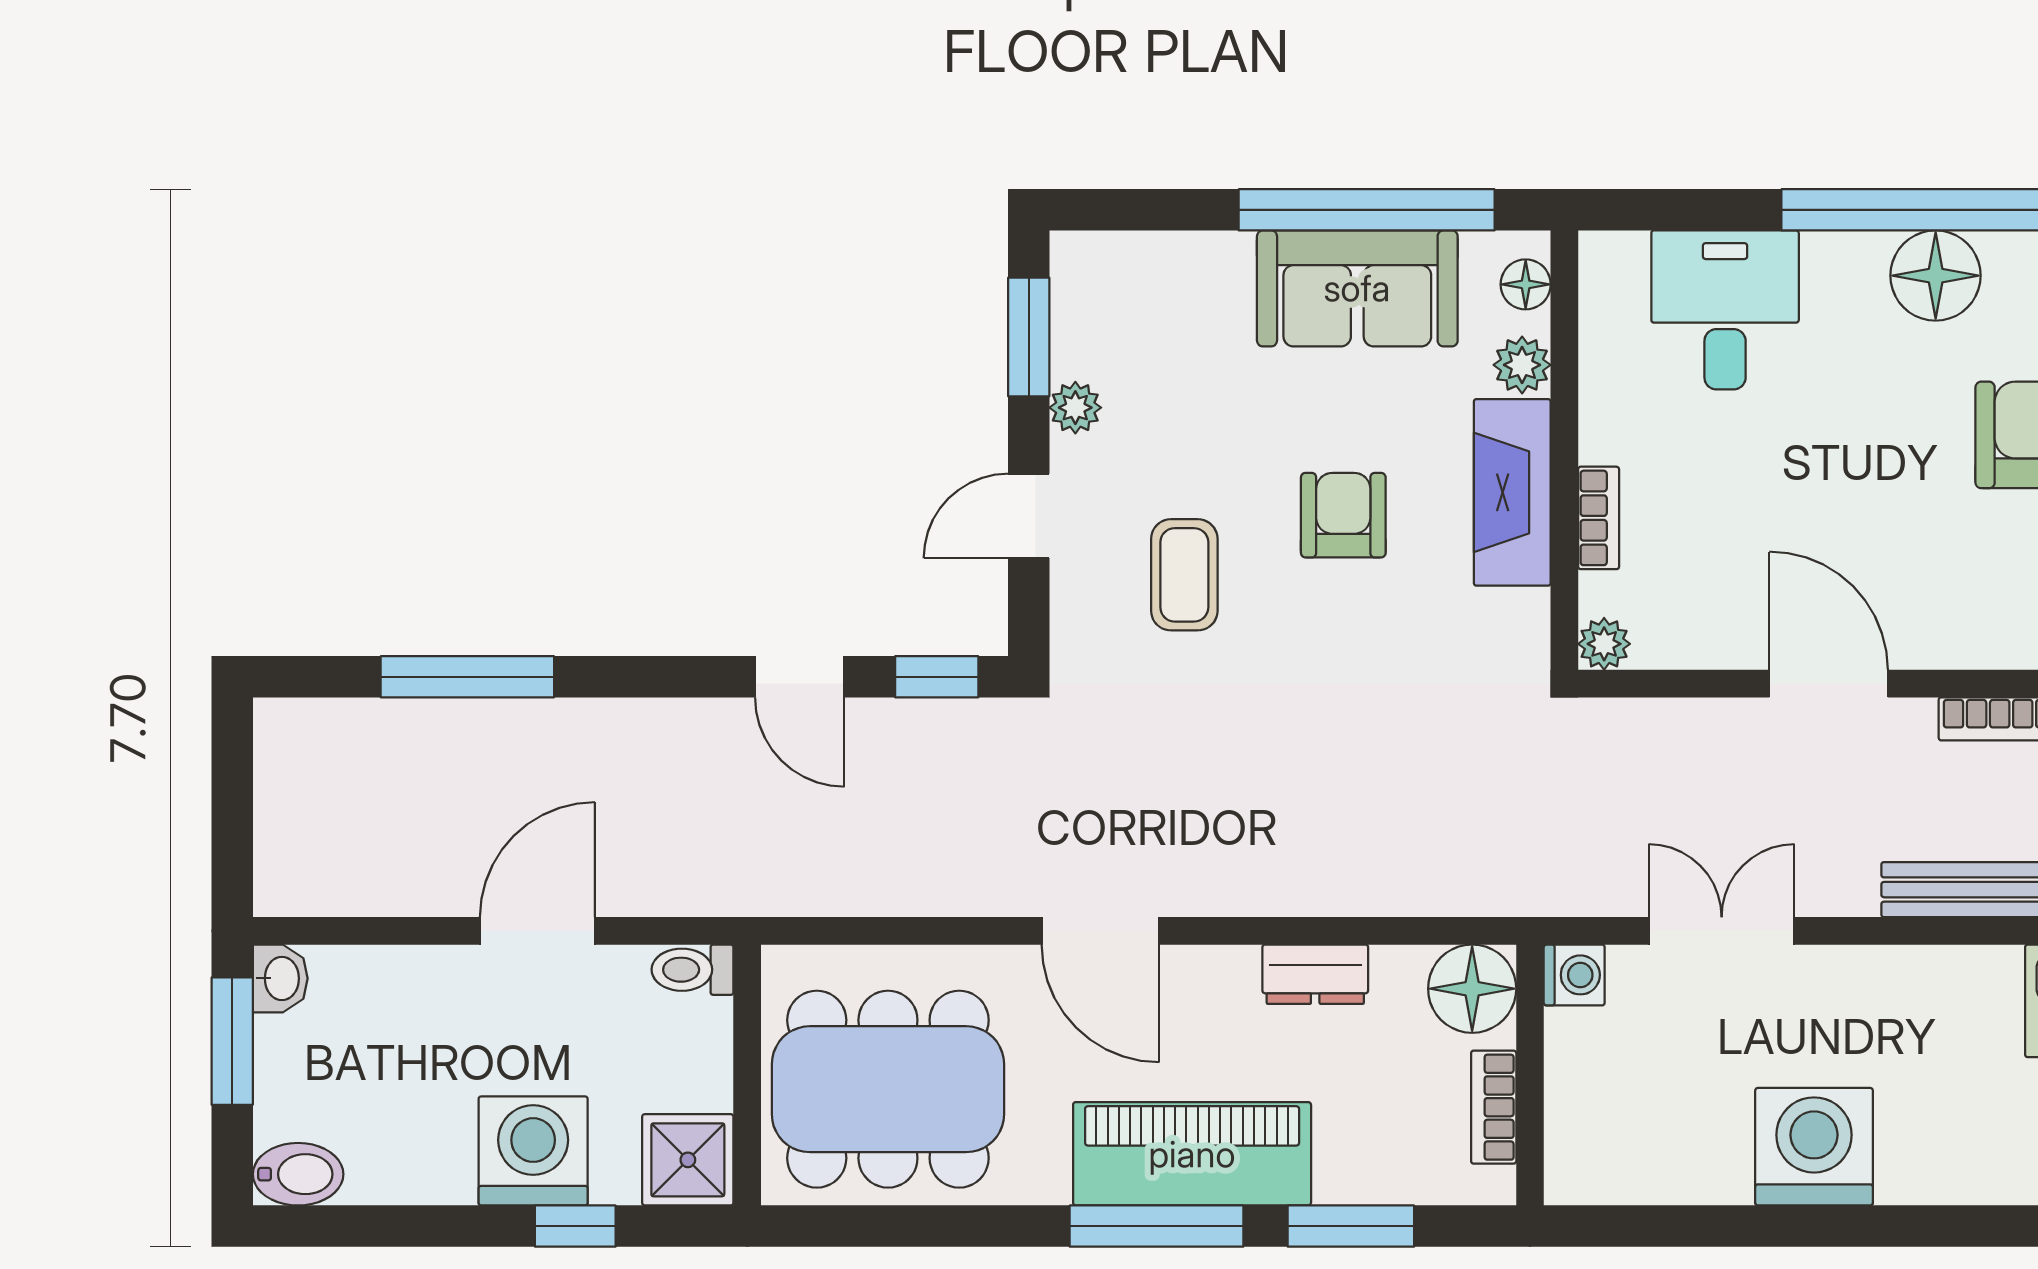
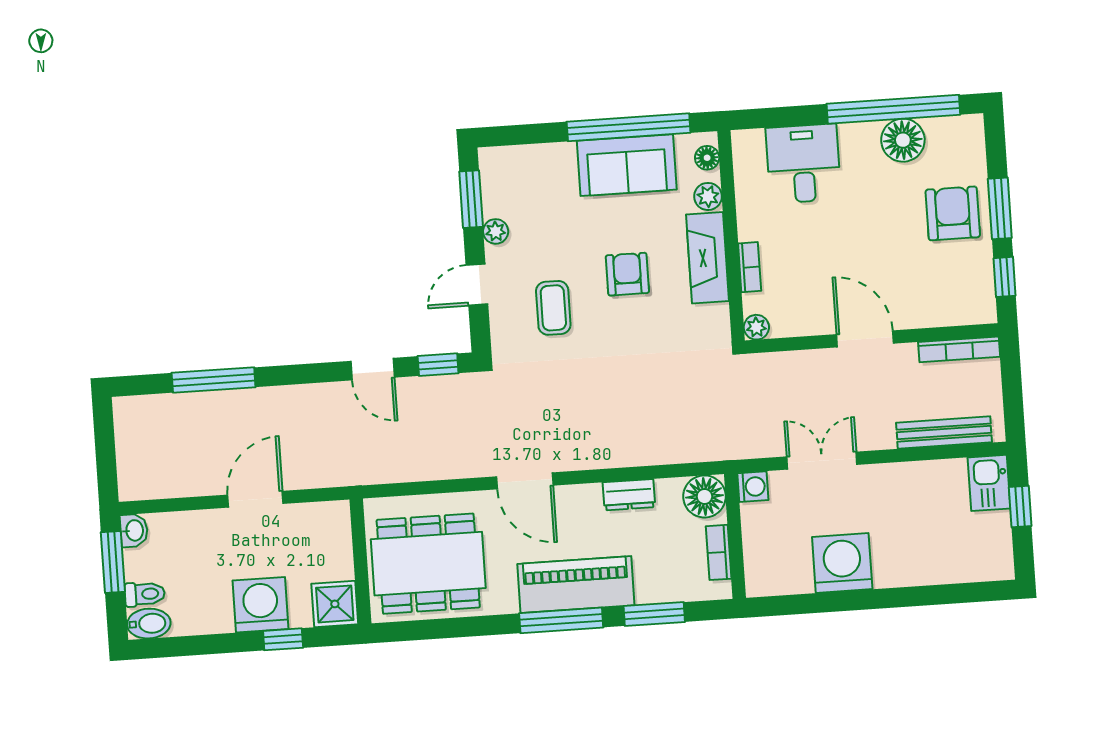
toilet: (693, 970) -> (145, 594), moved, turned 180
washing machine: (1814, 1147) -> (842, 563), moved

